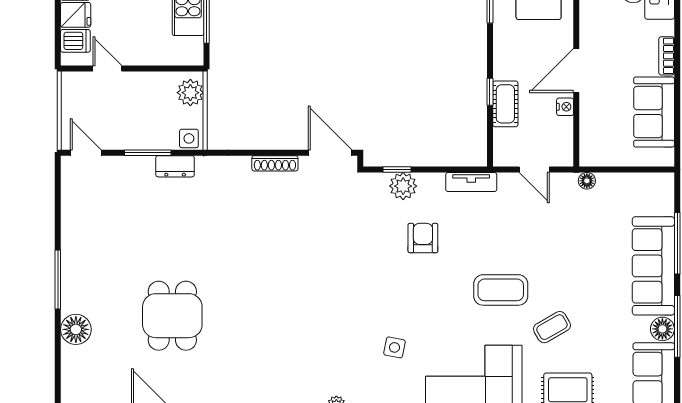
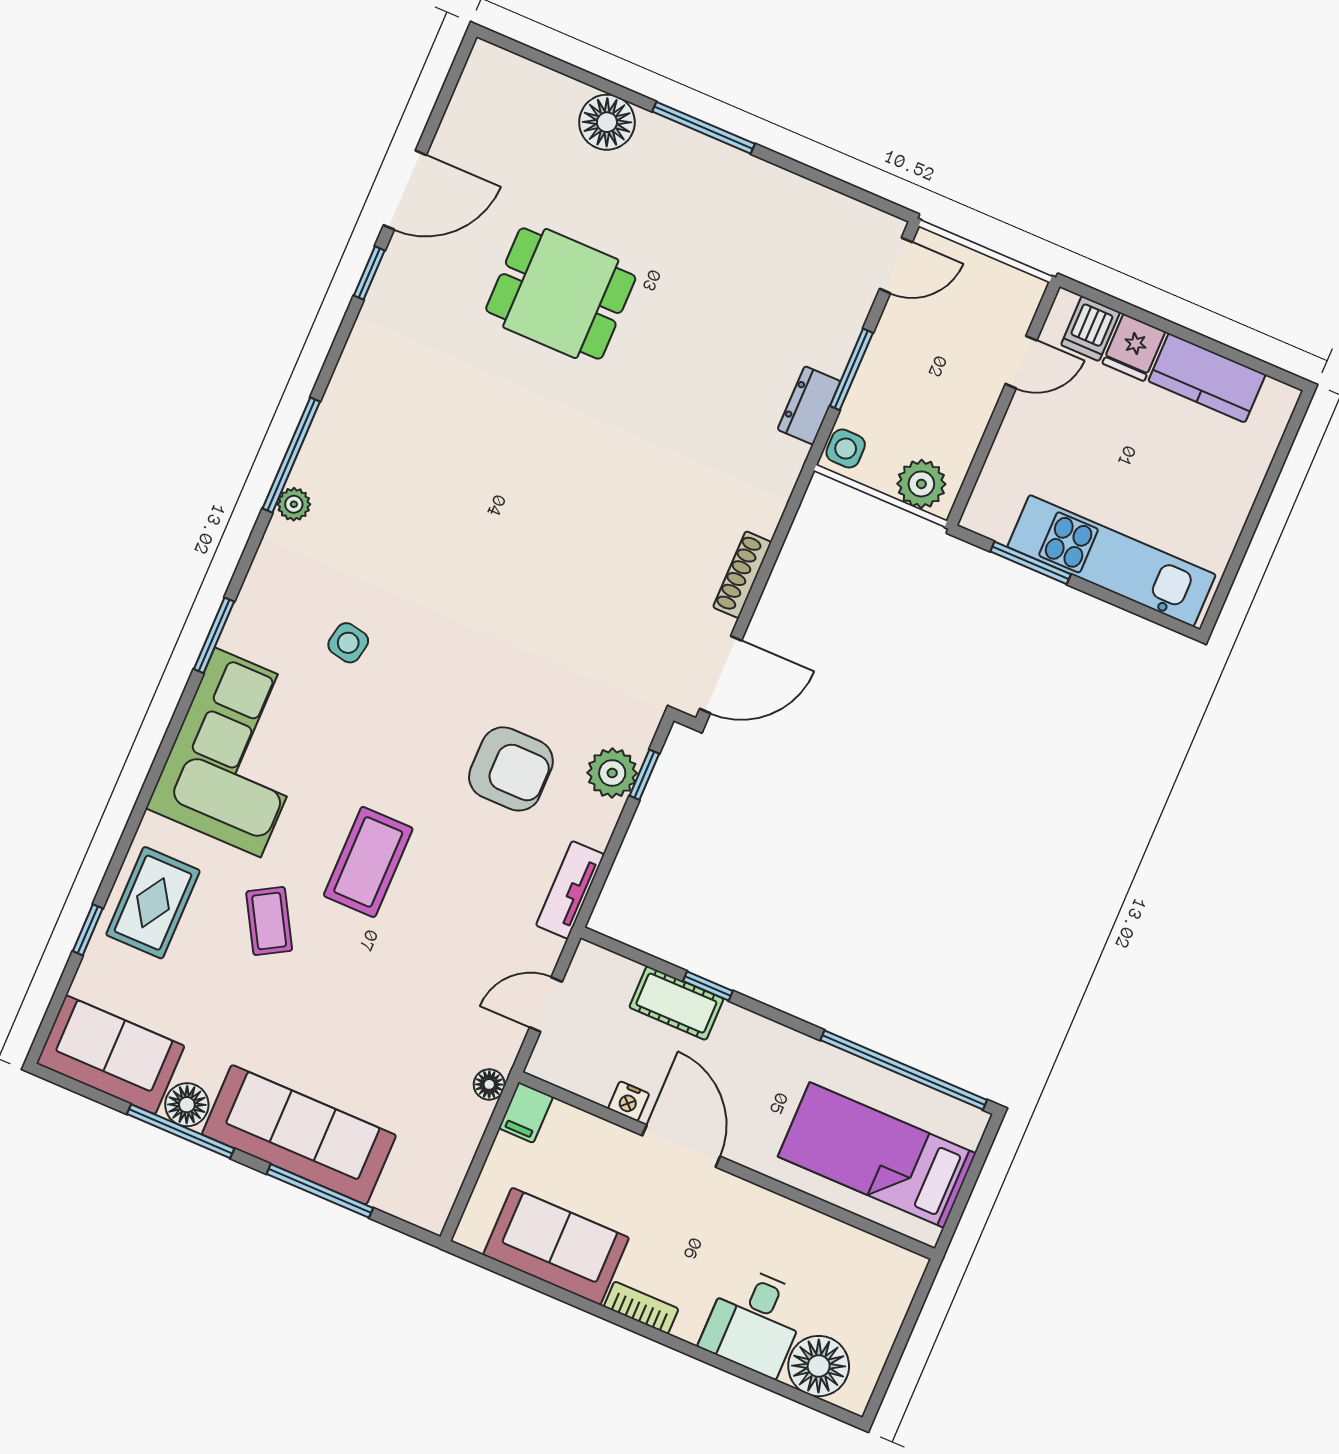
filing cabinet: (593, 156) -> (526, 1113), added
armchair: (423, 238) -> (511, 769), width x1.38, depth x1.38

